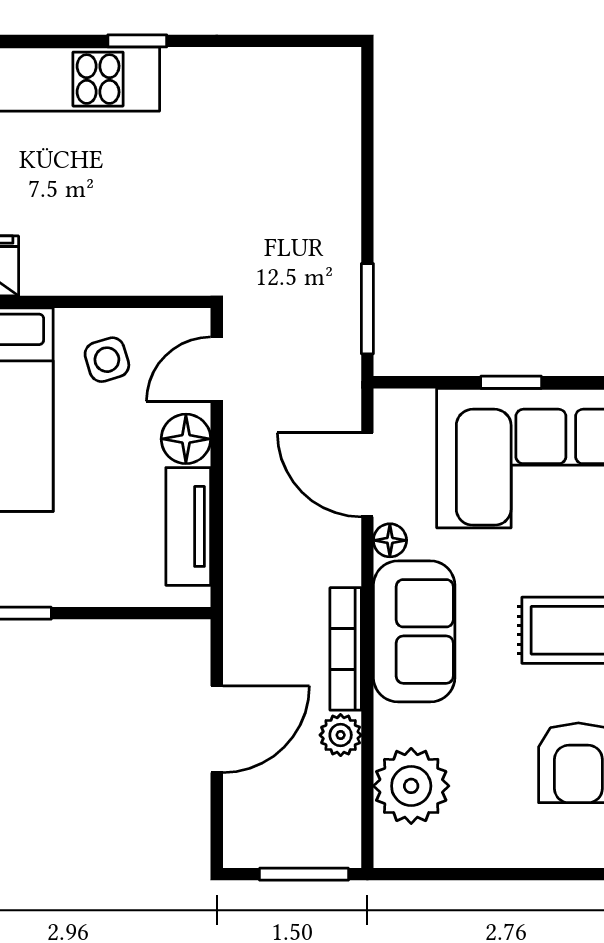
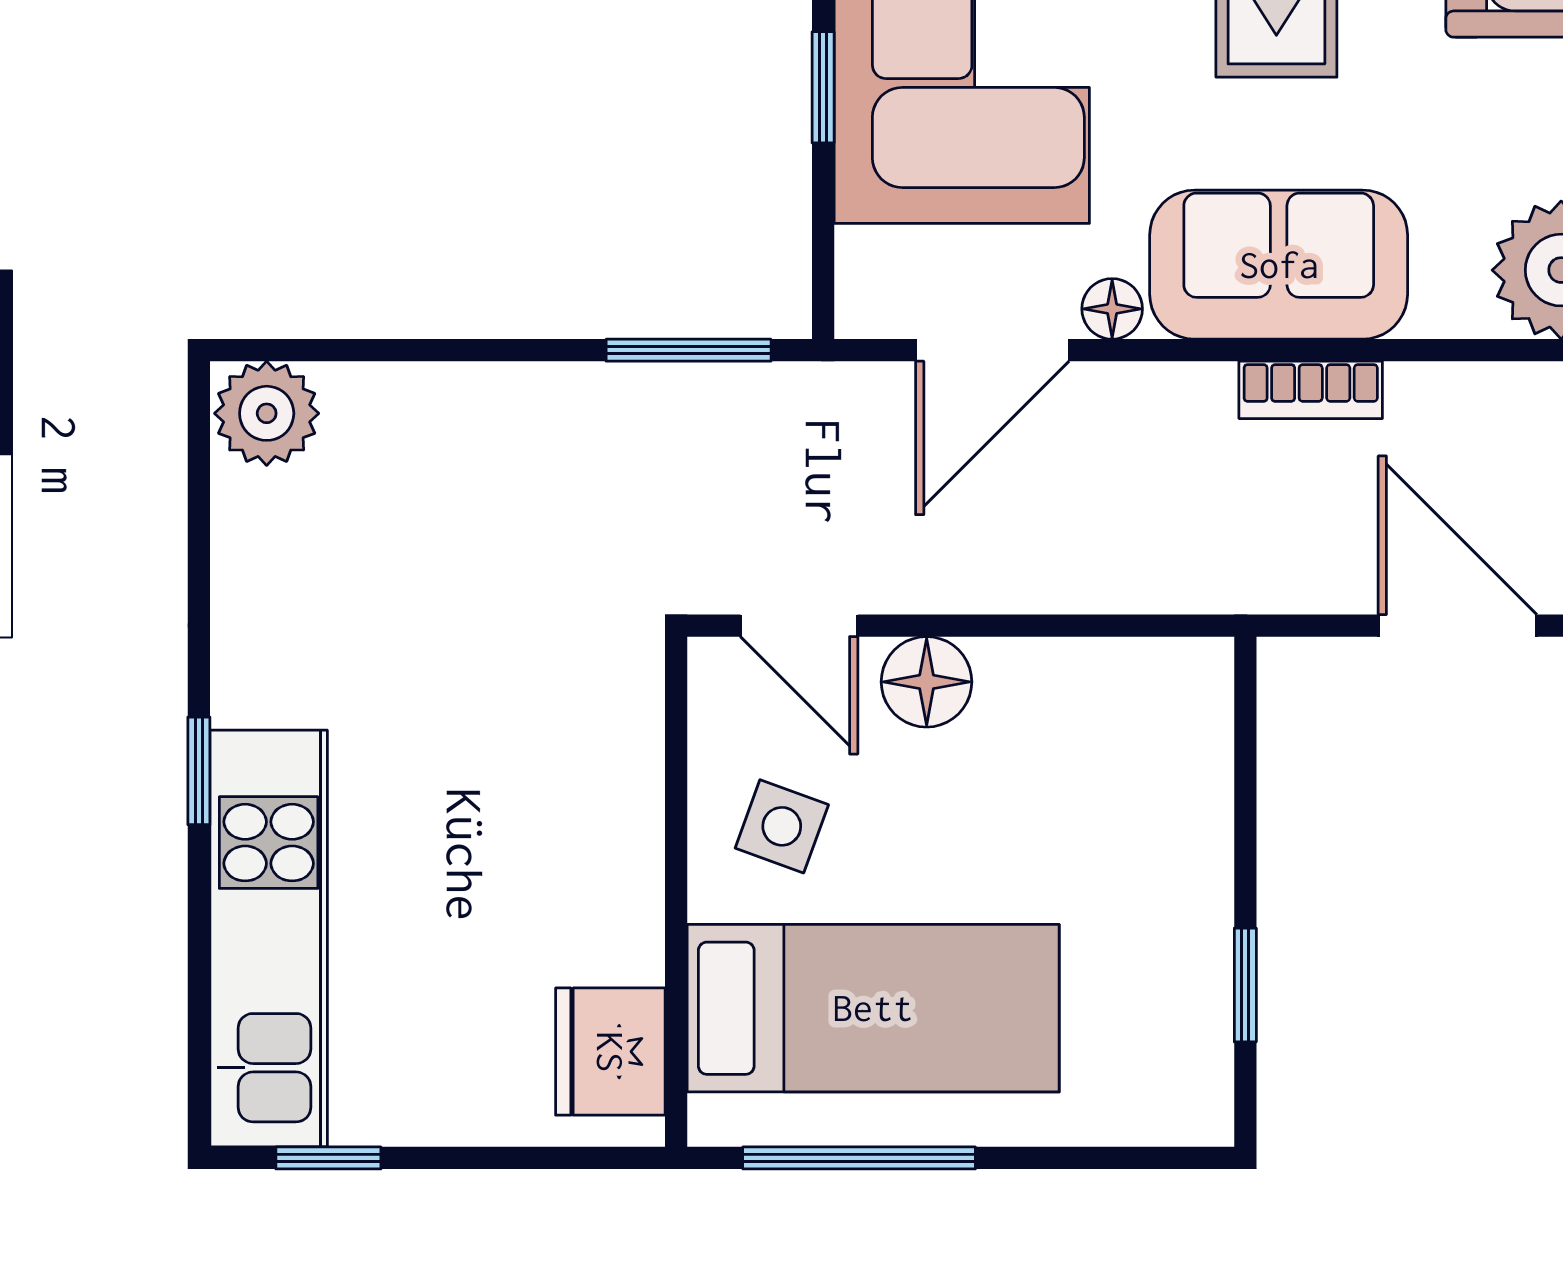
side table: (107, 360) -> (782, 826), turned 37
tv unit: (188, 526) -> (1087, 678), removed
bookcase: (346, 649) -> (1311, 390), width x0.64
plant: (341, 735) -> (267, 413), moved, width x1.38, depth x1.38

